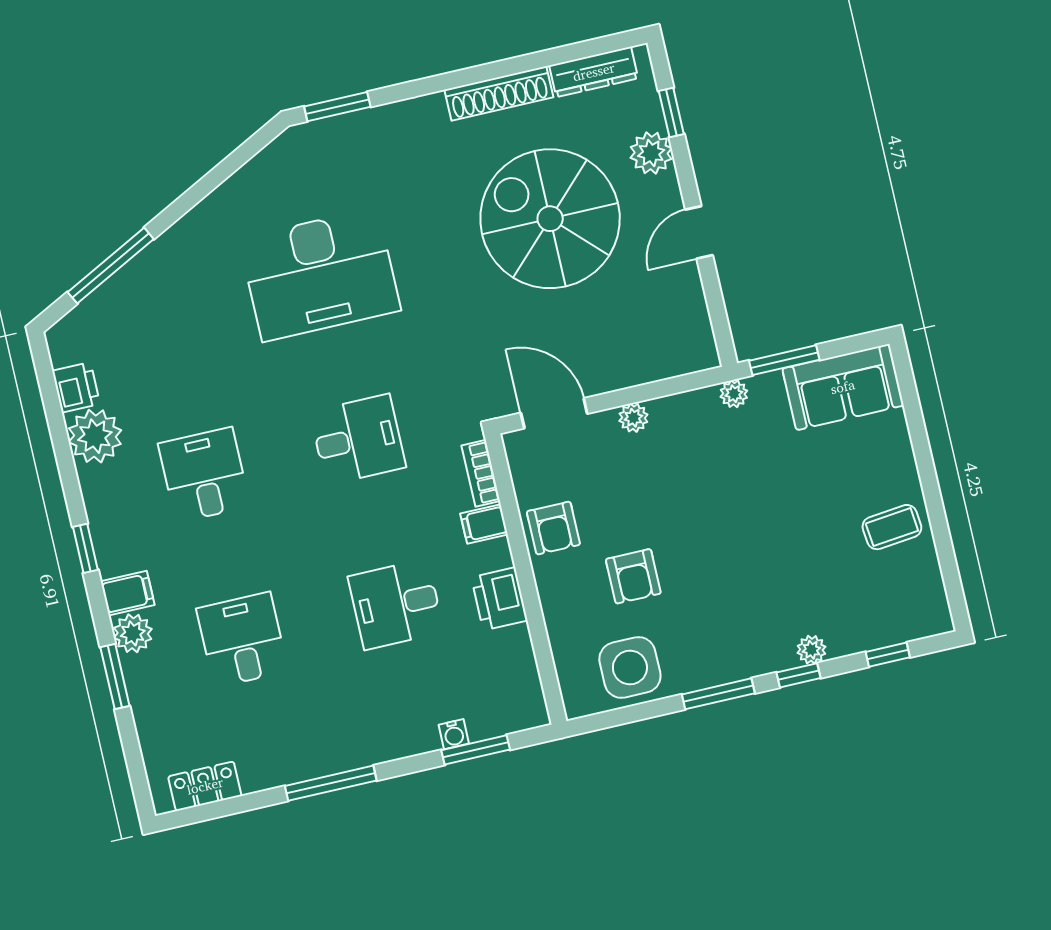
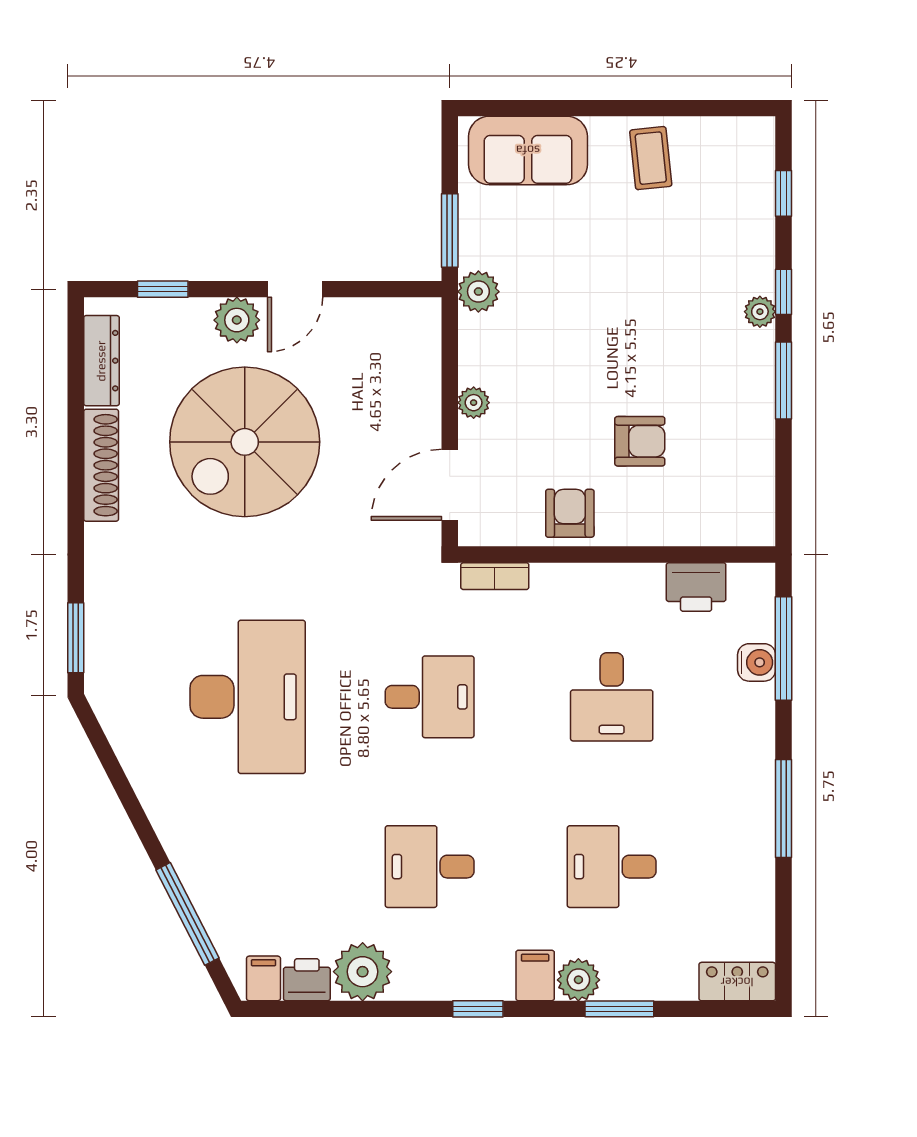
plant: (651, 153) -> (237, 320), moved
door: (699, 232) -> (295, 289), hinge flipped
sofa: (843, 387) -> (528, 150), moved, turned 90
plant: (734, 394) -> (478, 292), width x1.38, depth x1.38
desk: (358, 439) -> (430, 697), turned 90
filing cabinet: (484, 524) -> (263, 978), moved, turned 180
armchair: (553, 528) -> (570, 513), turned -90
printer: (499, 599) -> (696, 587), moved
plant: (811, 650) -> (760, 312), moved
side table: (630, 667) -> (735, 467), removed
water cooler: (454, 734) -> (757, 662), width x1.38, depth x1.38
window: (476, 750) -> (784, 648), width x1.44
locker: (205, 786) -> (737, 982), moved, turned 90

